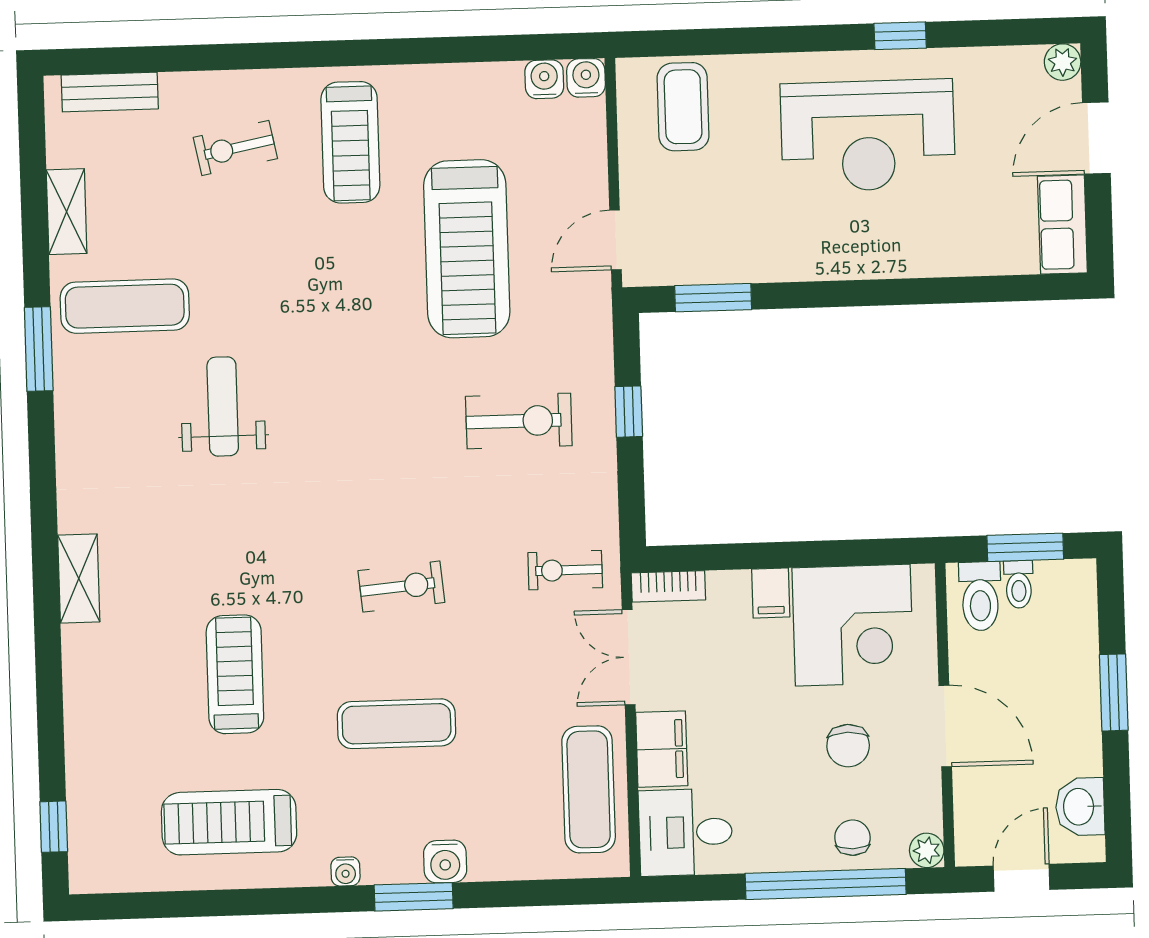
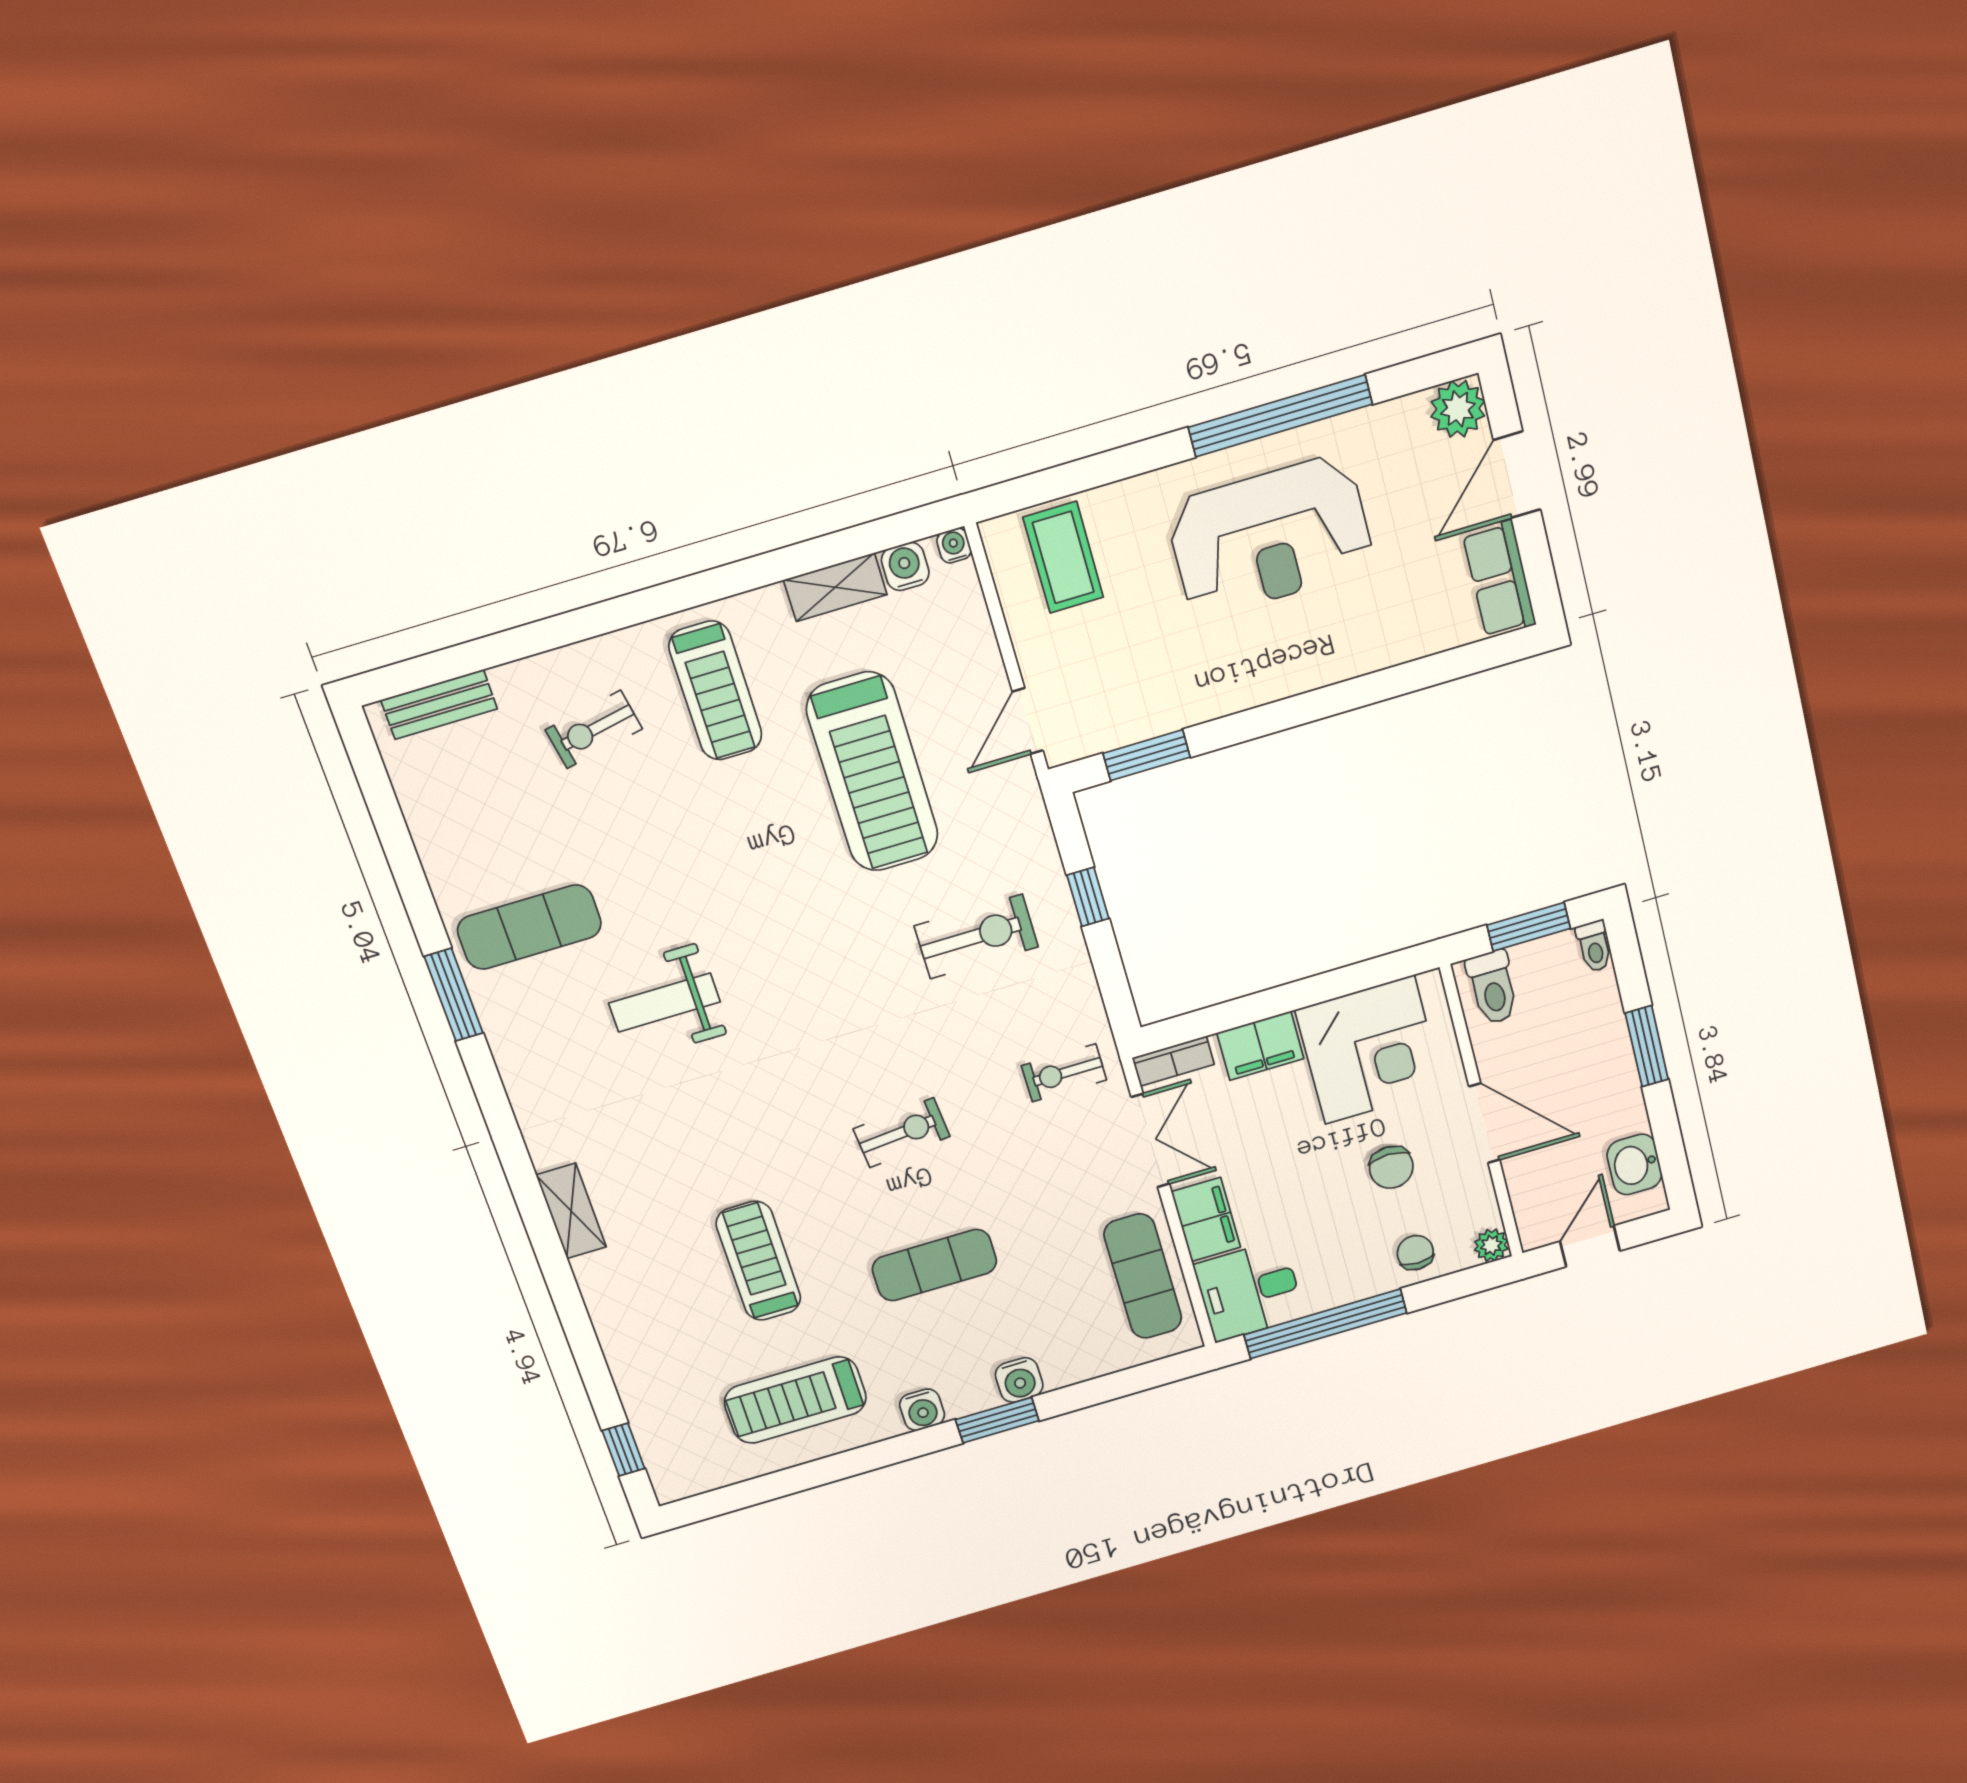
window: (900, 36) -> (1280, 416), width x3.17
plant: (1063, 62) -> (1458, 409), width x1.38, depth x1.38
water cooler: (586, 78) -> (954, 545), width x0.72, depth x0.72
shelving: (67, 212) -> (835, 587), moved, turned 90
weight bench: (223, 406) -> (664, 1003), turned -90
toilet: (1019, 584) -> (1594, 946), moved
filing cabinet: (771, 593) -> (1260, 1046), width x2.00
double door: (629, 657) -> (1150, 1141), swing flipped
water cooler: (345, 871) -> (922, 1410), width x1.38, depth x1.38
window: (826, 884) -> (1325, 1324), moved

